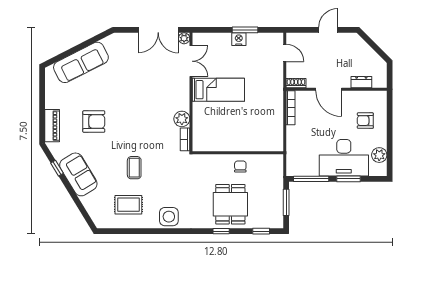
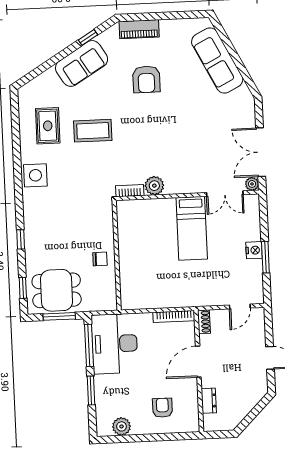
desk: (344, 158) -> (115, 344), moved
coffee table: (134, 168) -> (93, 131), width x1.36, depth x1.30
dining table: (230, 204) -> (57, 290), moved

